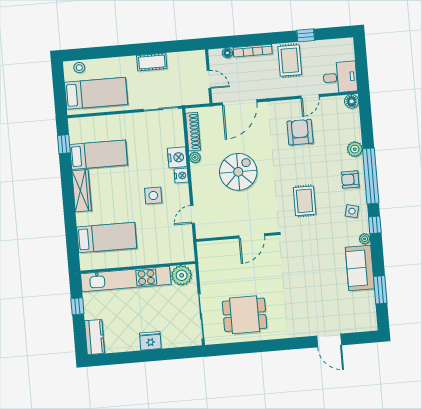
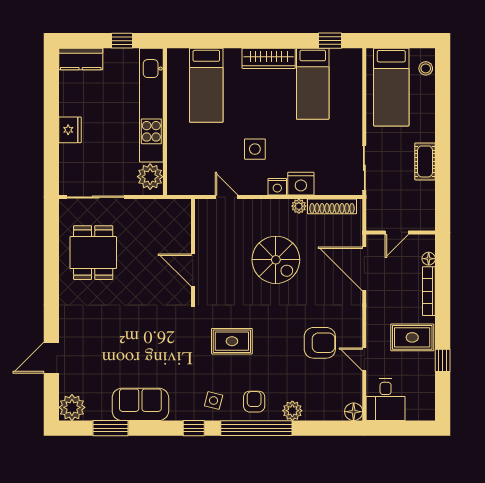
plant: (365, 239) -> (72, 407), moved, width x1.87, depth x1.87

